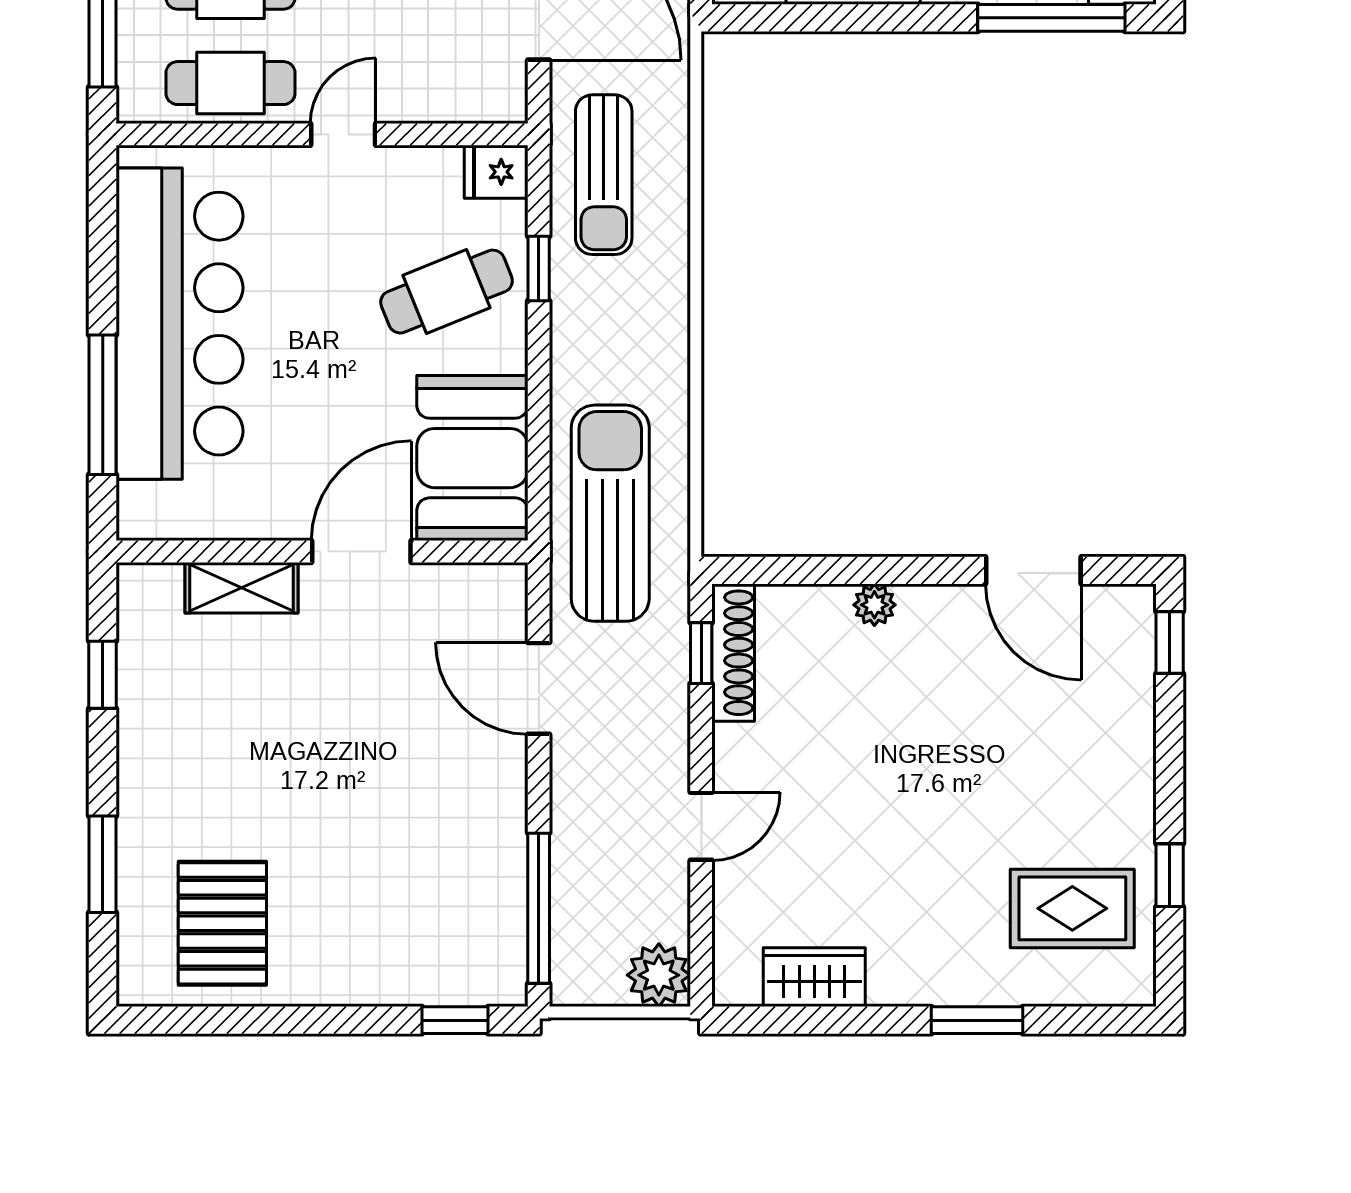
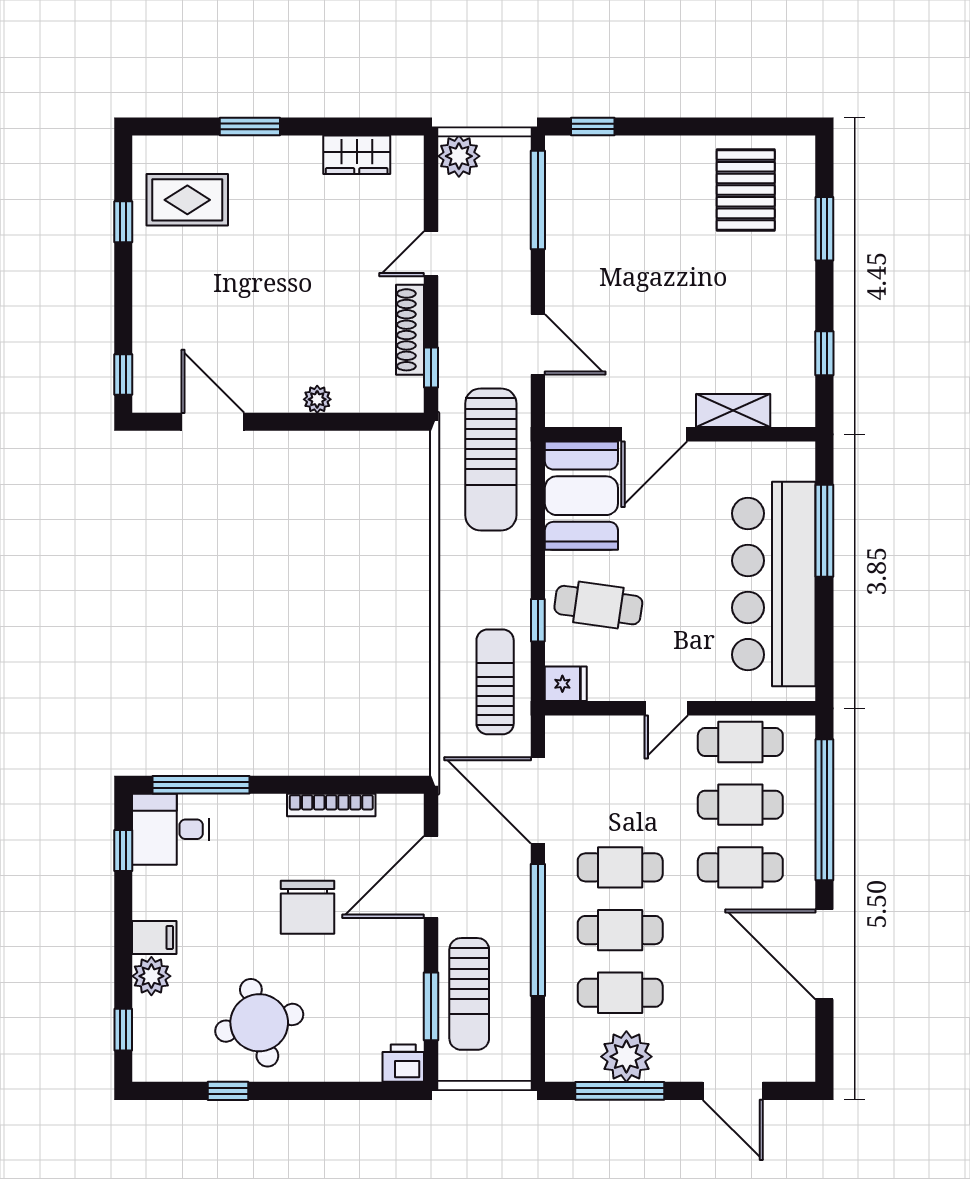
cafe table: (447, 292) -> (598, 605), turned 30
shoe rack: (733, 653) -> (410, 330), moved

